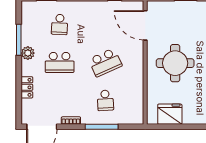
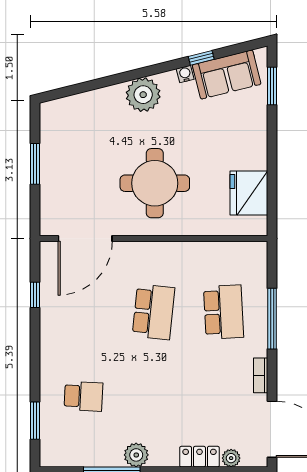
school desk: (60, 62) -> (154, 396), removed
school desk: (105, 62) -> (154, 312), turned 30
school desk: (105, 100) -> (224, 312), width x1.85
plant: (26, 104) -> (231, 458), added

